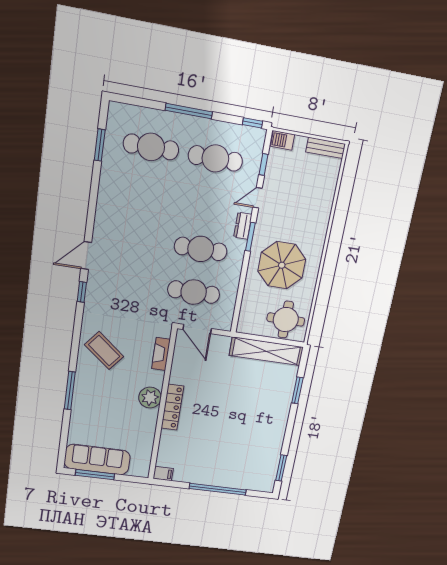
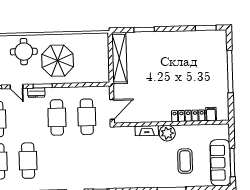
cafe table: (144, 194) -> (28, 161), added
round table: (286, 320) -> (24, 52), moved
coffee table: (104, 351) -> (185, 161), moved, turned -39
fireplace: (161, 354) -> (147, 131), moved
locker: (172, 407) -> (188, 116), moved
filing cabinet: (163, 474) -> (211, 114), moved

